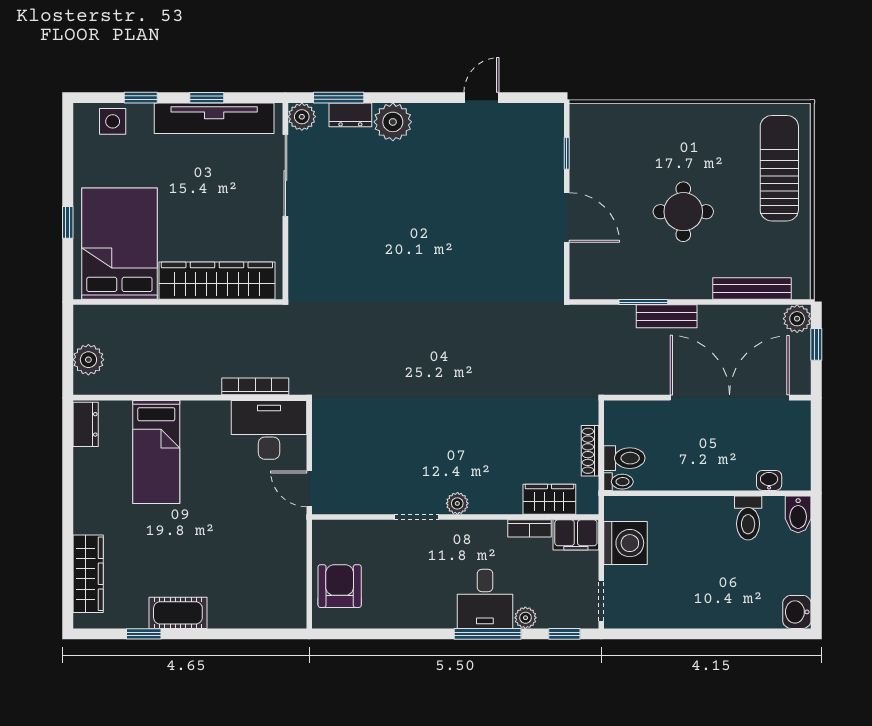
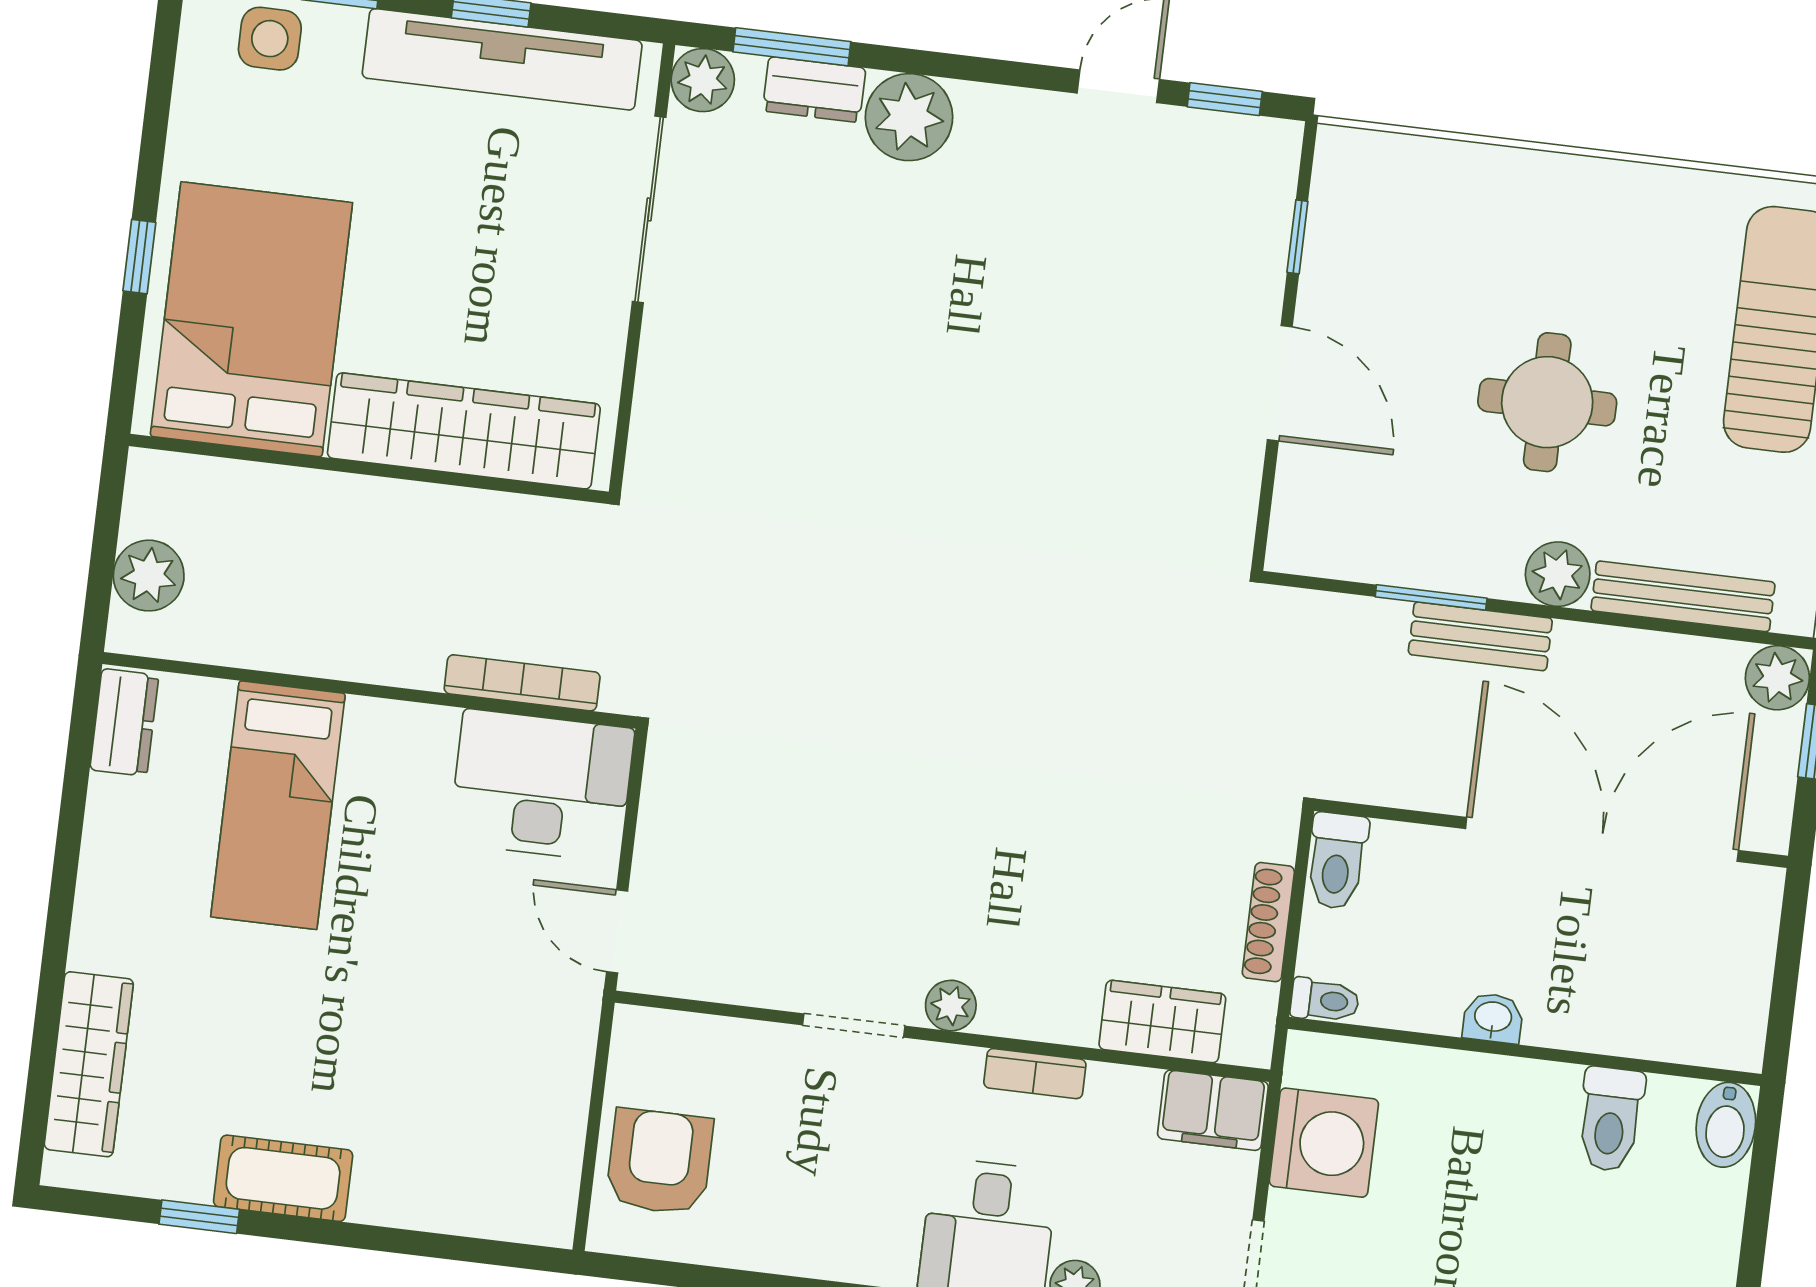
window: (528, 98) -> (1225, 99), added
plant: (697, 285) -> (1558, 574), added
toilet: (624, 458) -> (1337, 861), moved, turned 90
washbasin: (769, 480) -> (1493, 1018), moved
bookcase: (529, 528) -> (1035, 1074), moved

